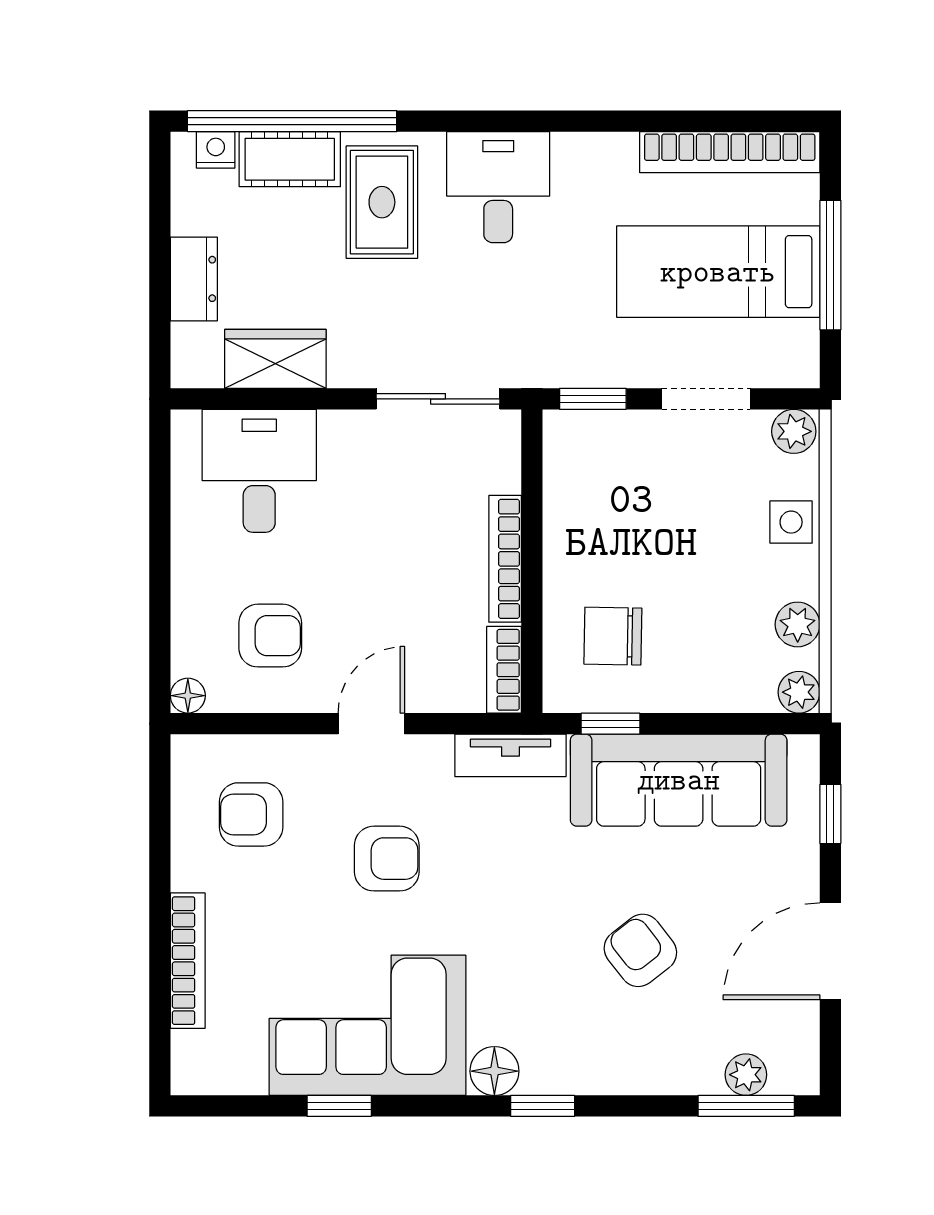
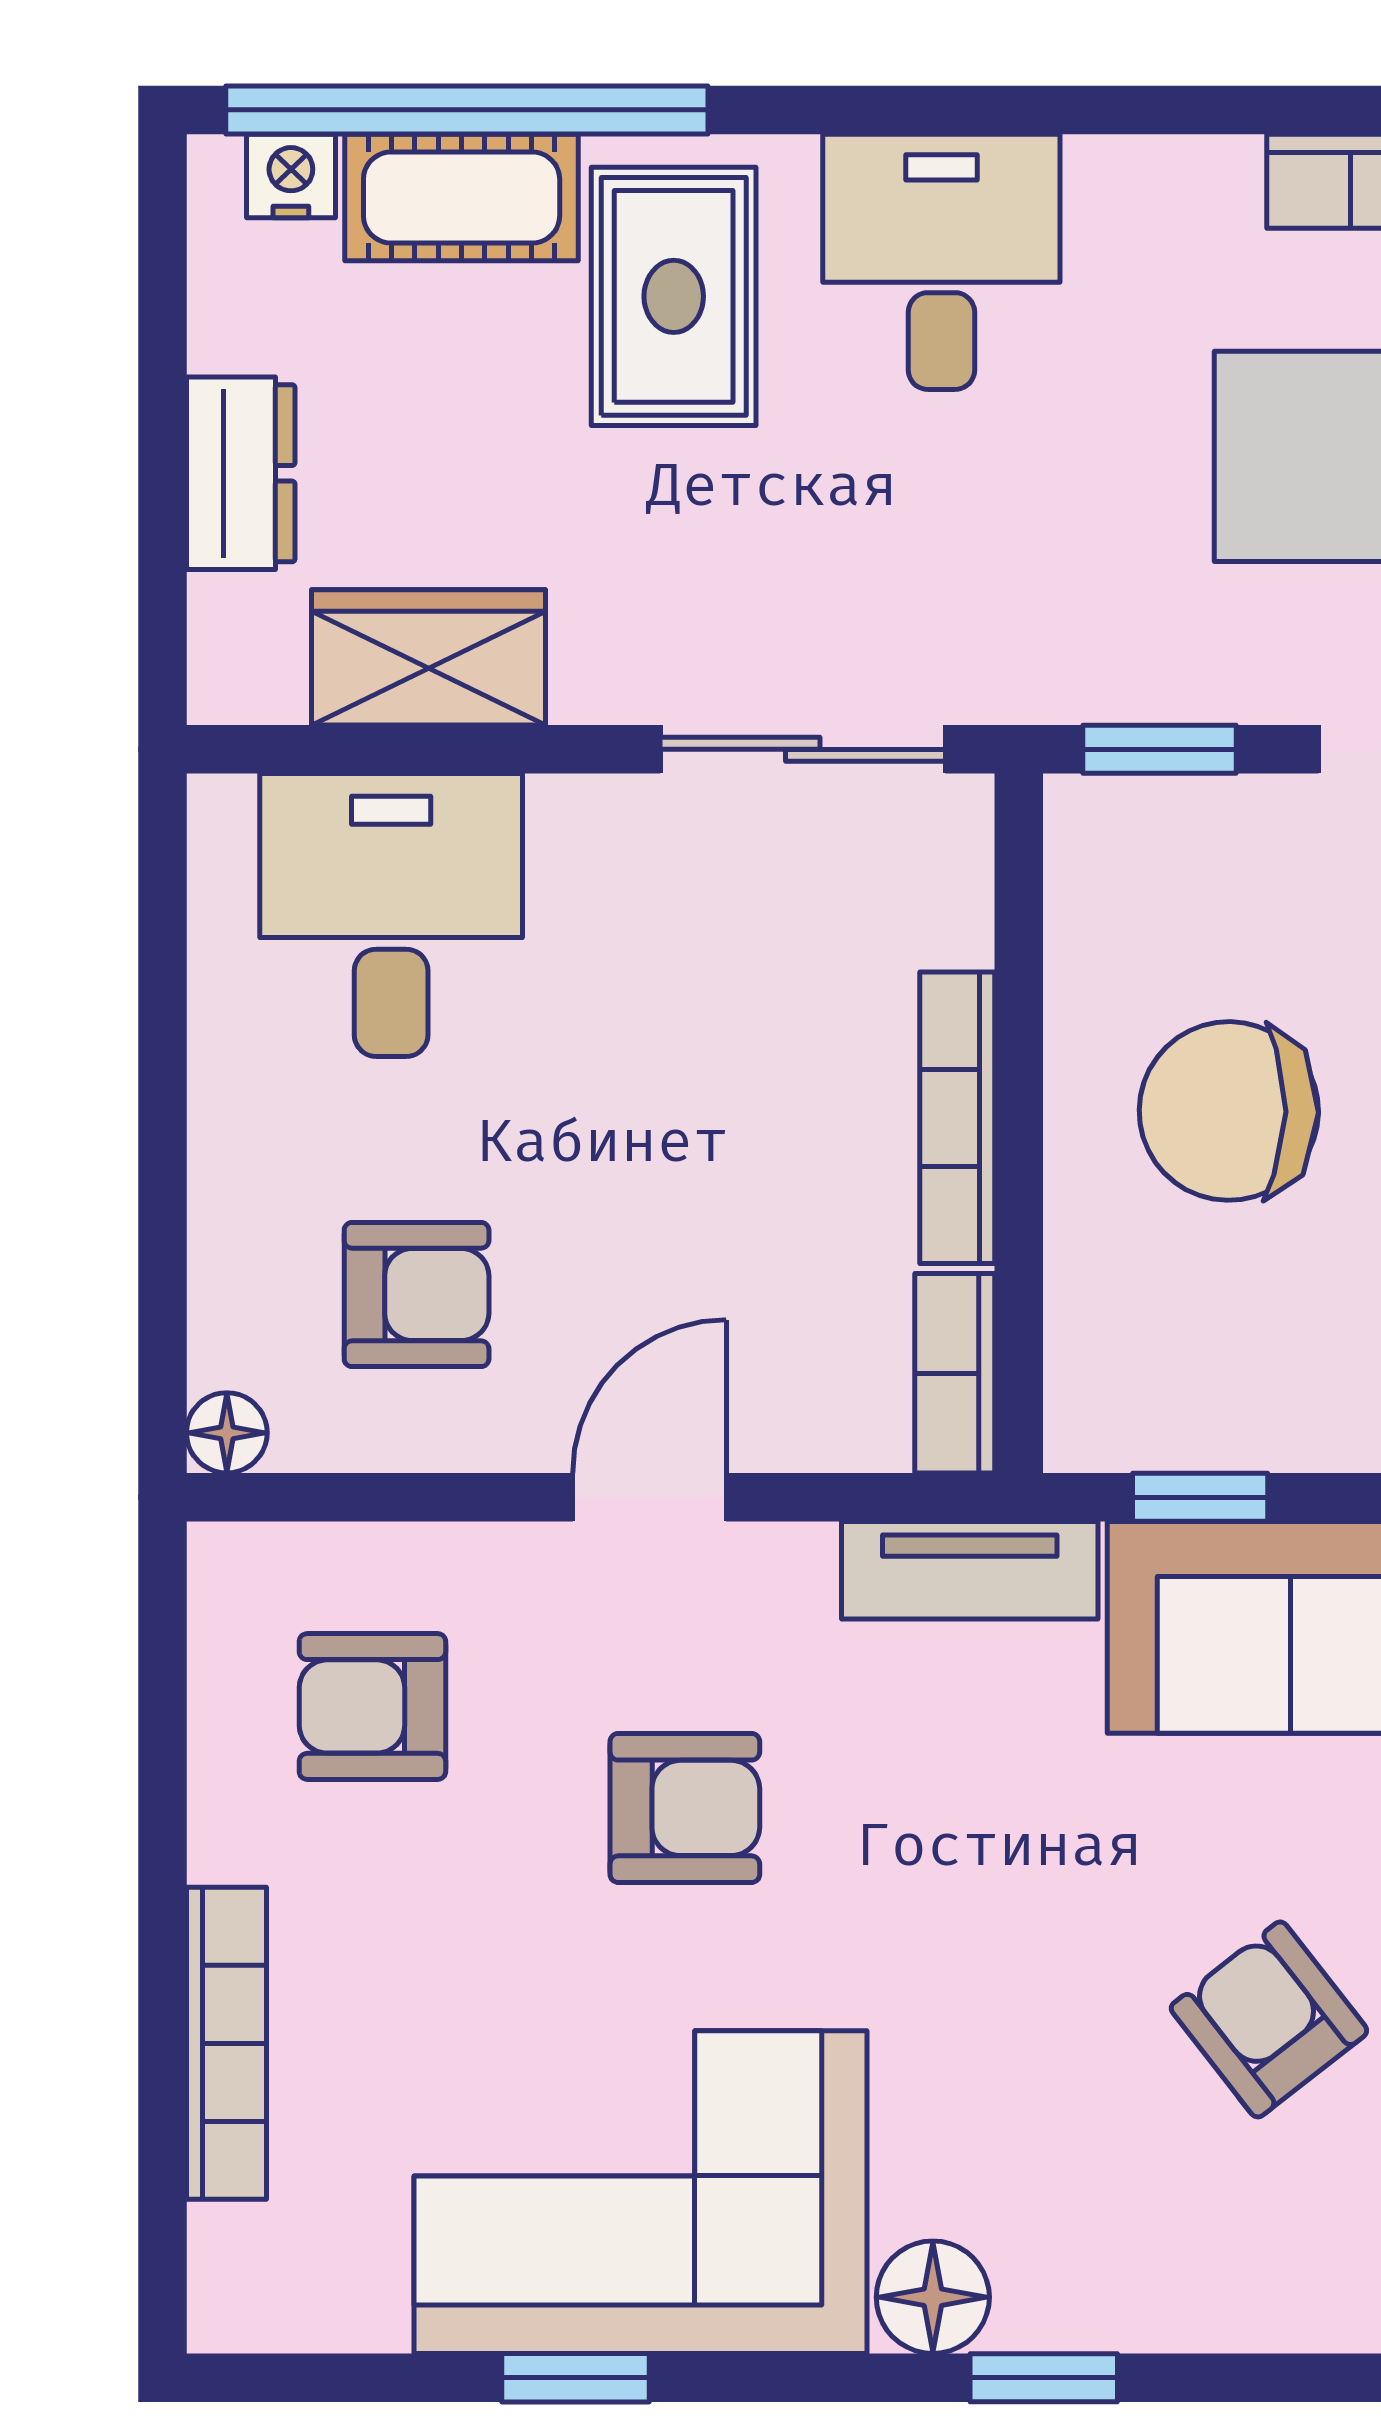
chair: (613, 636) -> (1229, 1111), moved, width x1.37, depth x1.37

